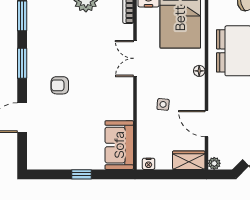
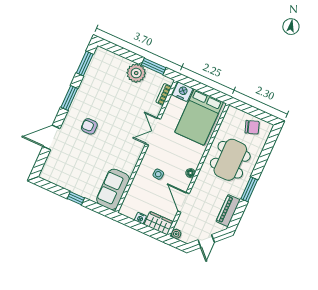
floor lamp: (199, 71) -> (190, 173), moved
nightstand: (149, 164) -> (140, 218), moved

